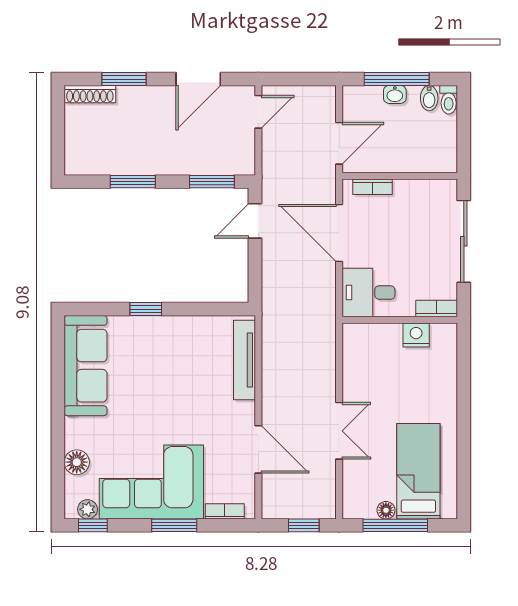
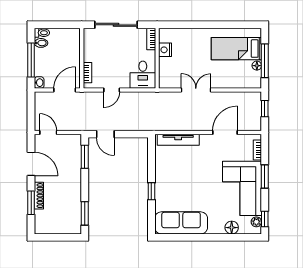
shoe rack: (90, 94) -> (39, 196), moved
washbasin: (395, 94) -> (39, 83), moved
door: (339, 143) -> (65, 90), hinge flipped
window: (133, 182) -> (85, 213), moved
door: (339, 233) -> (112, 90), width x0.53
double door: (339, 431) -> (196, 90), moved

